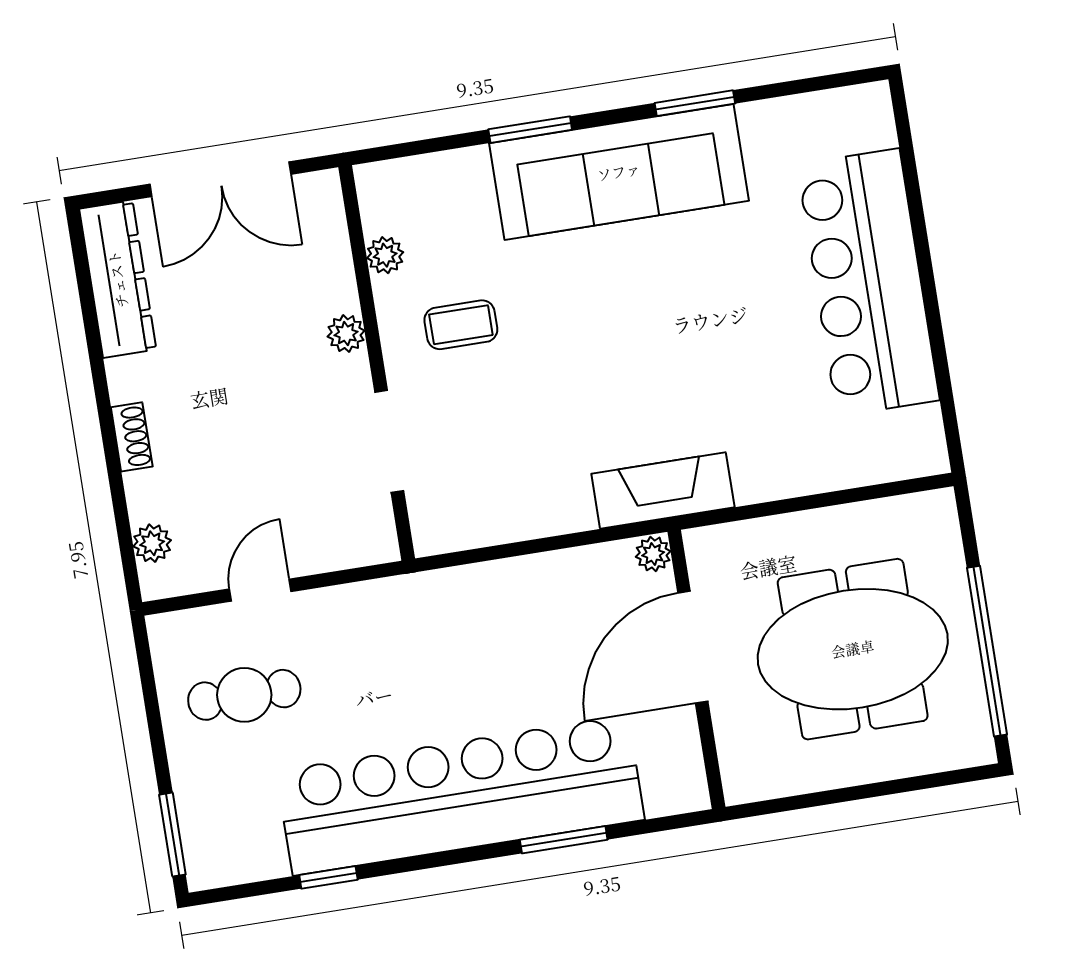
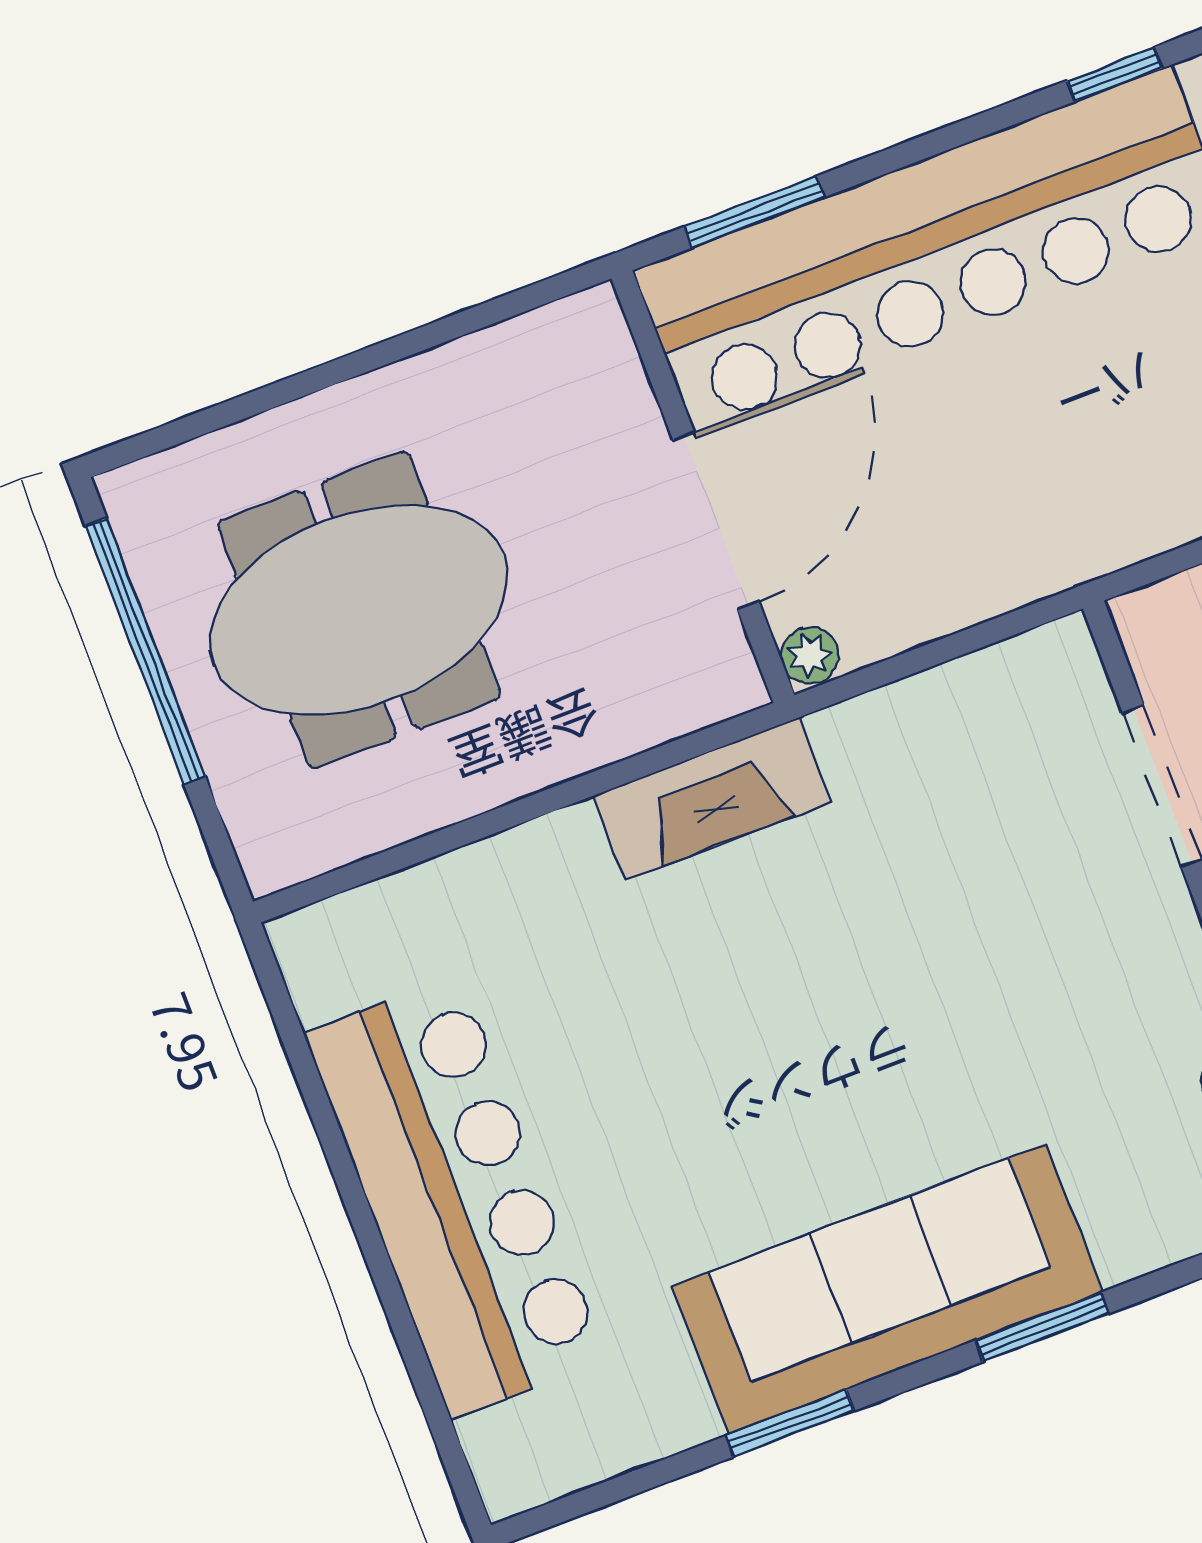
coffee table: (461, 325) -> (1088, 994), removed
plant: (653, 554) -> (810, 655), moved
door: (693, 647) -> (716, 521), moved
wall: (696, 669) -> (703, 487), moved

